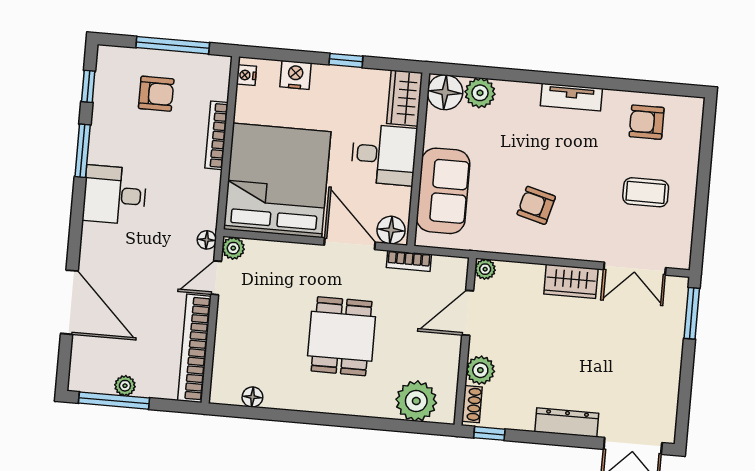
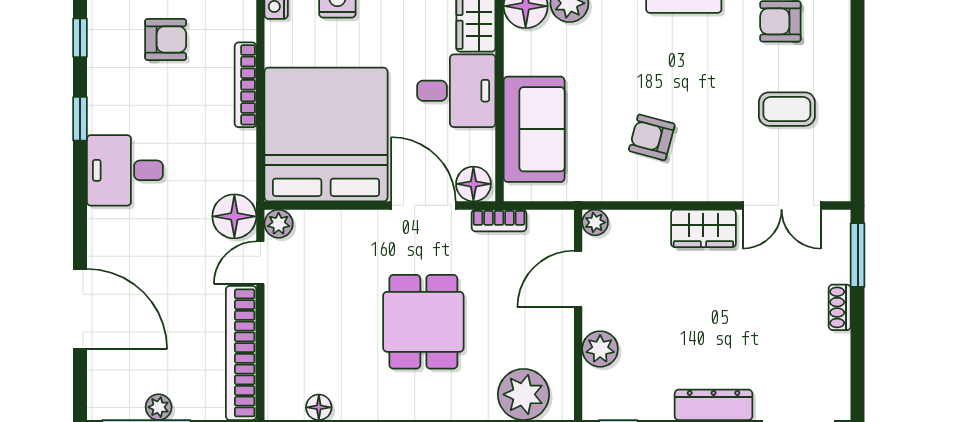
window: (83, 151) -> (80, 119), width x0.67
floor lamp: (207, 240) -> (234, 216), width x1.89, depth x1.89
shoe rack: (472, 404) -> (840, 307), moved, turned 180

